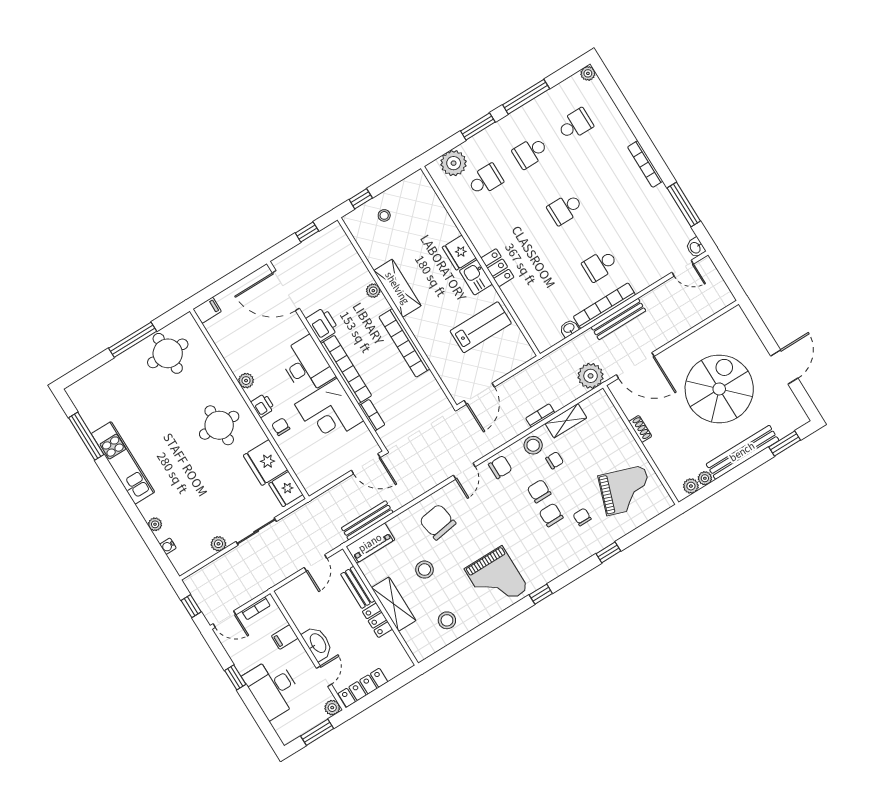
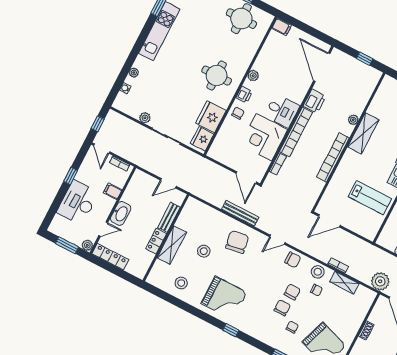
desk: (306, 365) -> (282, 111), width x0.73
bench: (367, 520) -> (240, 213), moved
piano: (370, 543) -> (200, 209), removed
grand piano: (496, 579) -> (224, 298), turned -90

